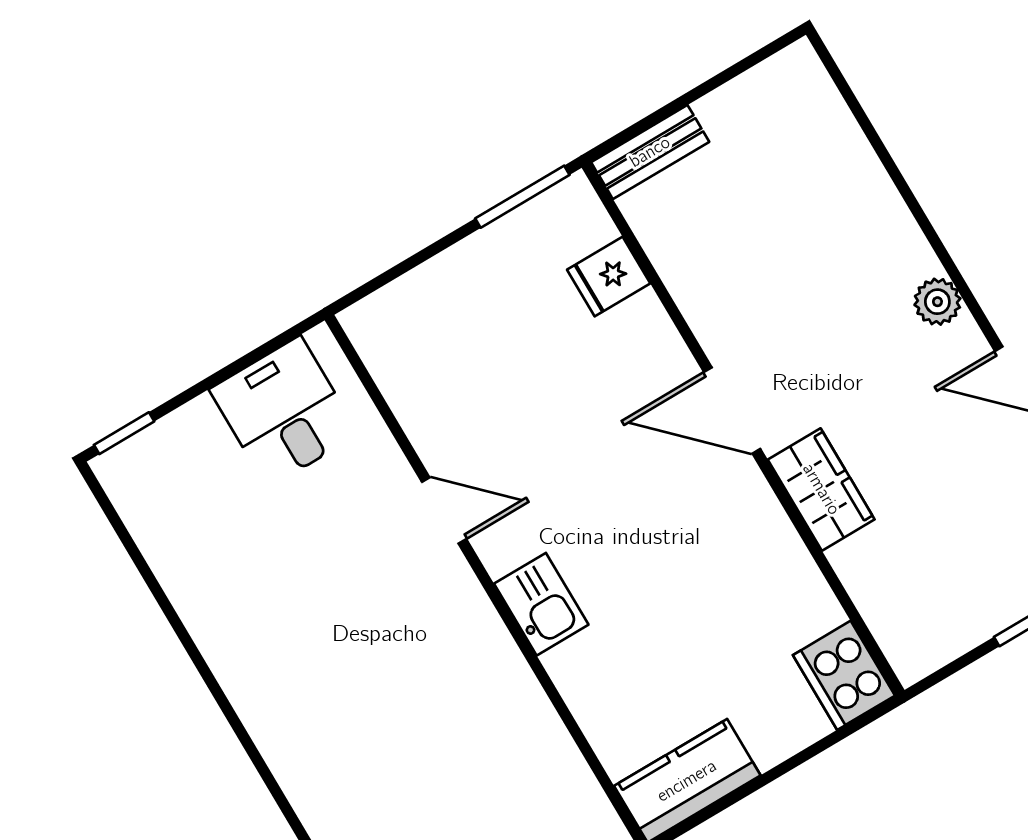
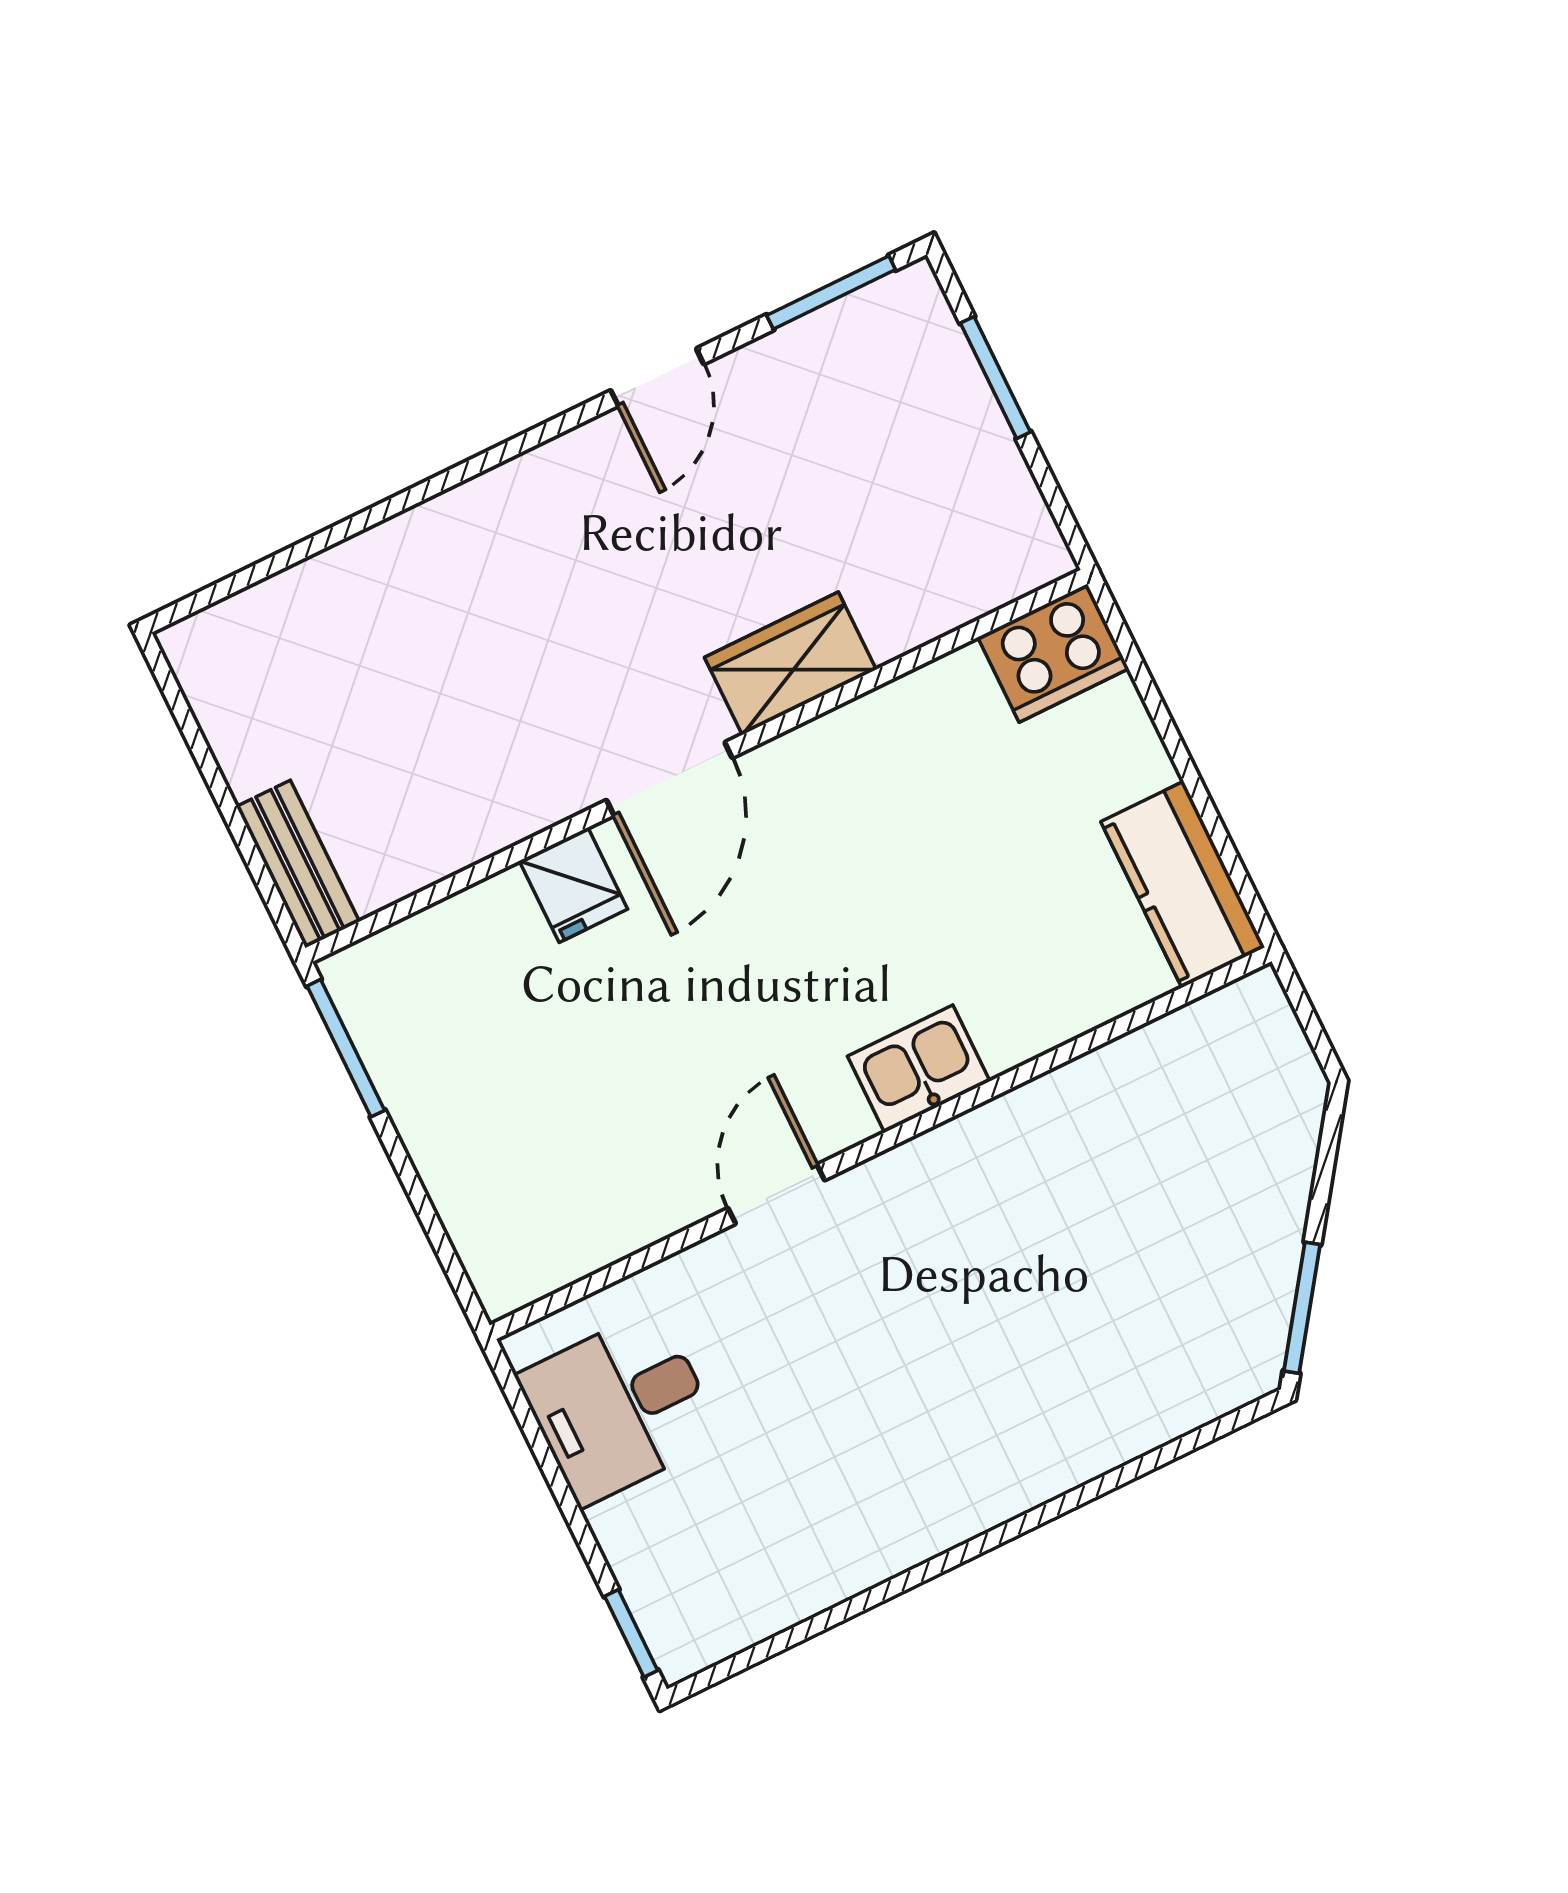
fridge: (609, 277) -> (573, 885), moved
plant: (937, 302) -> (541, 479), removed

